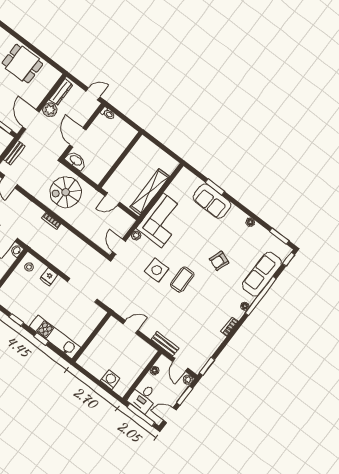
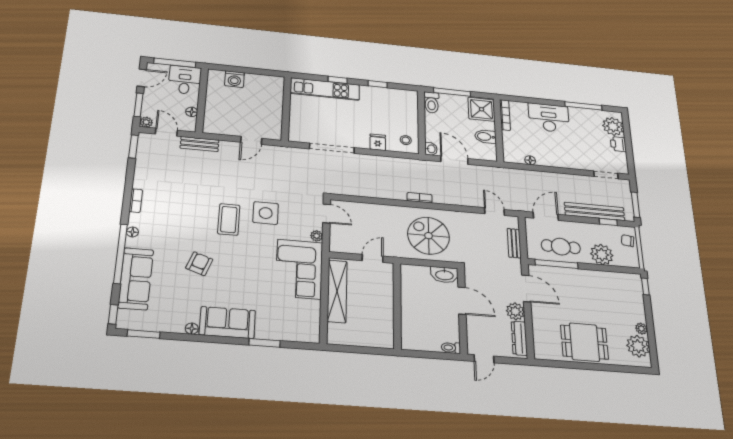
spiral stairs: (66, 192) -> (429, 236), turned -90
sofa: (212, 201) -> (227, 323), moved

